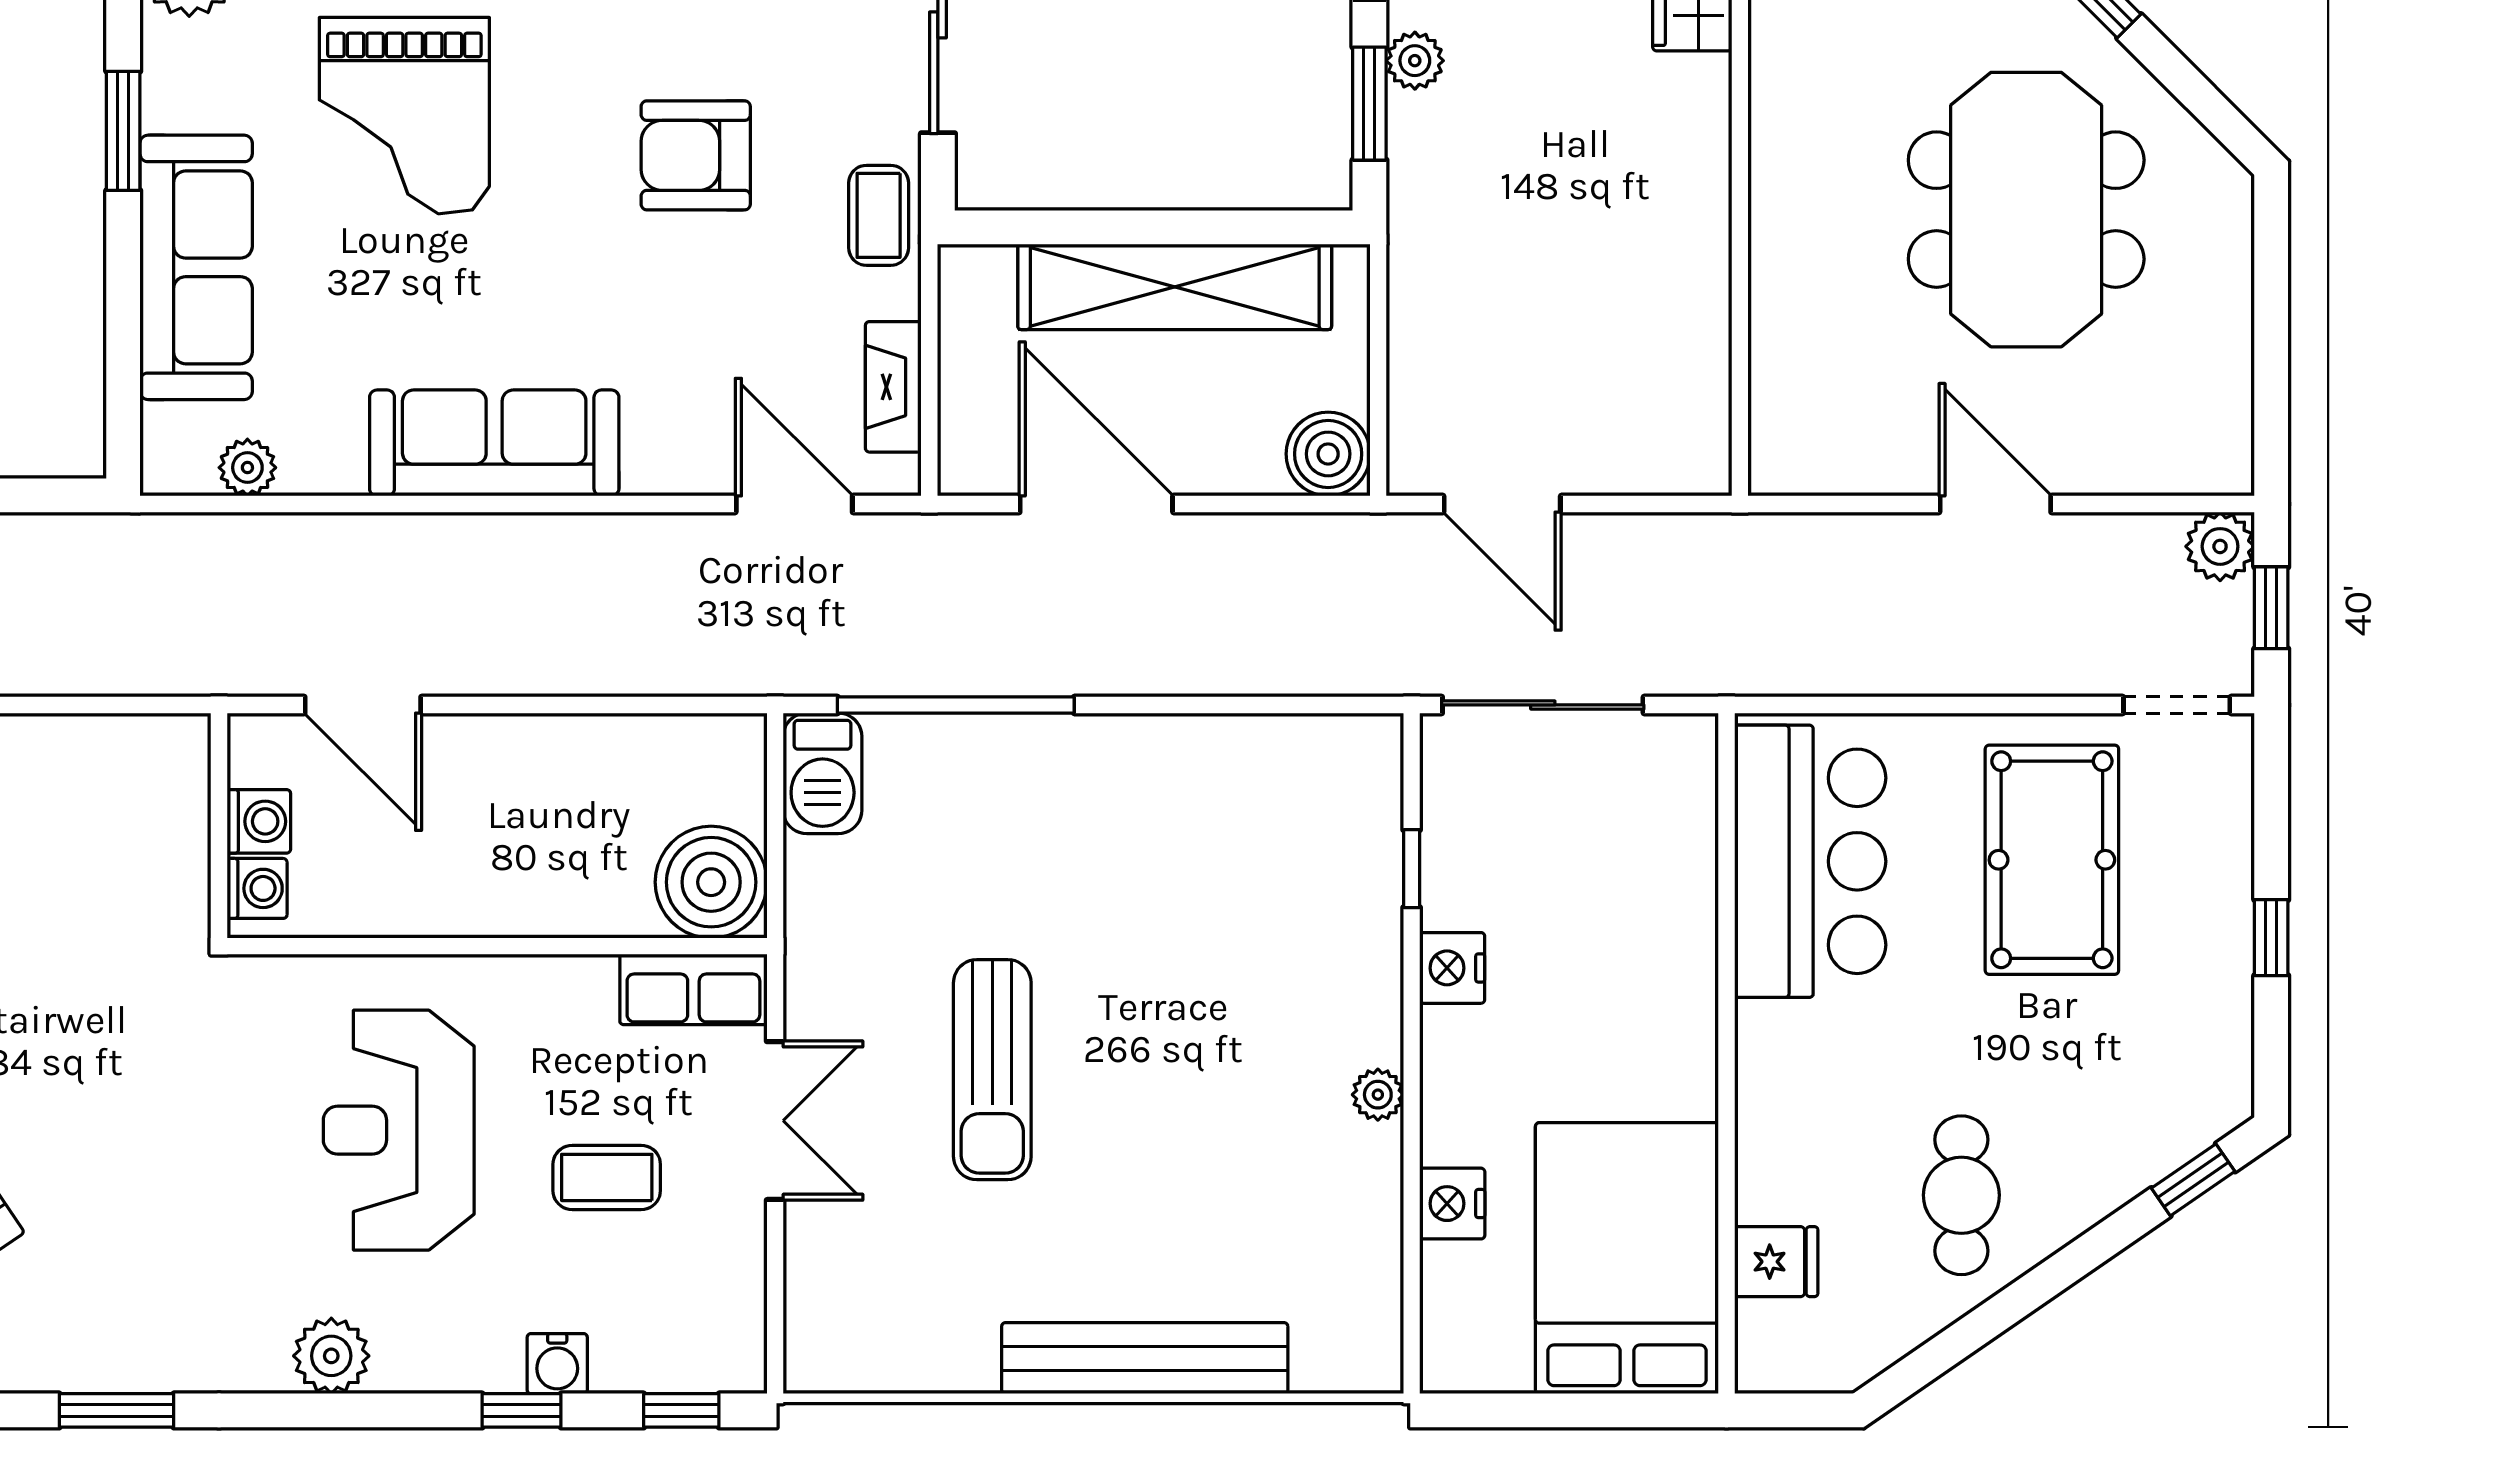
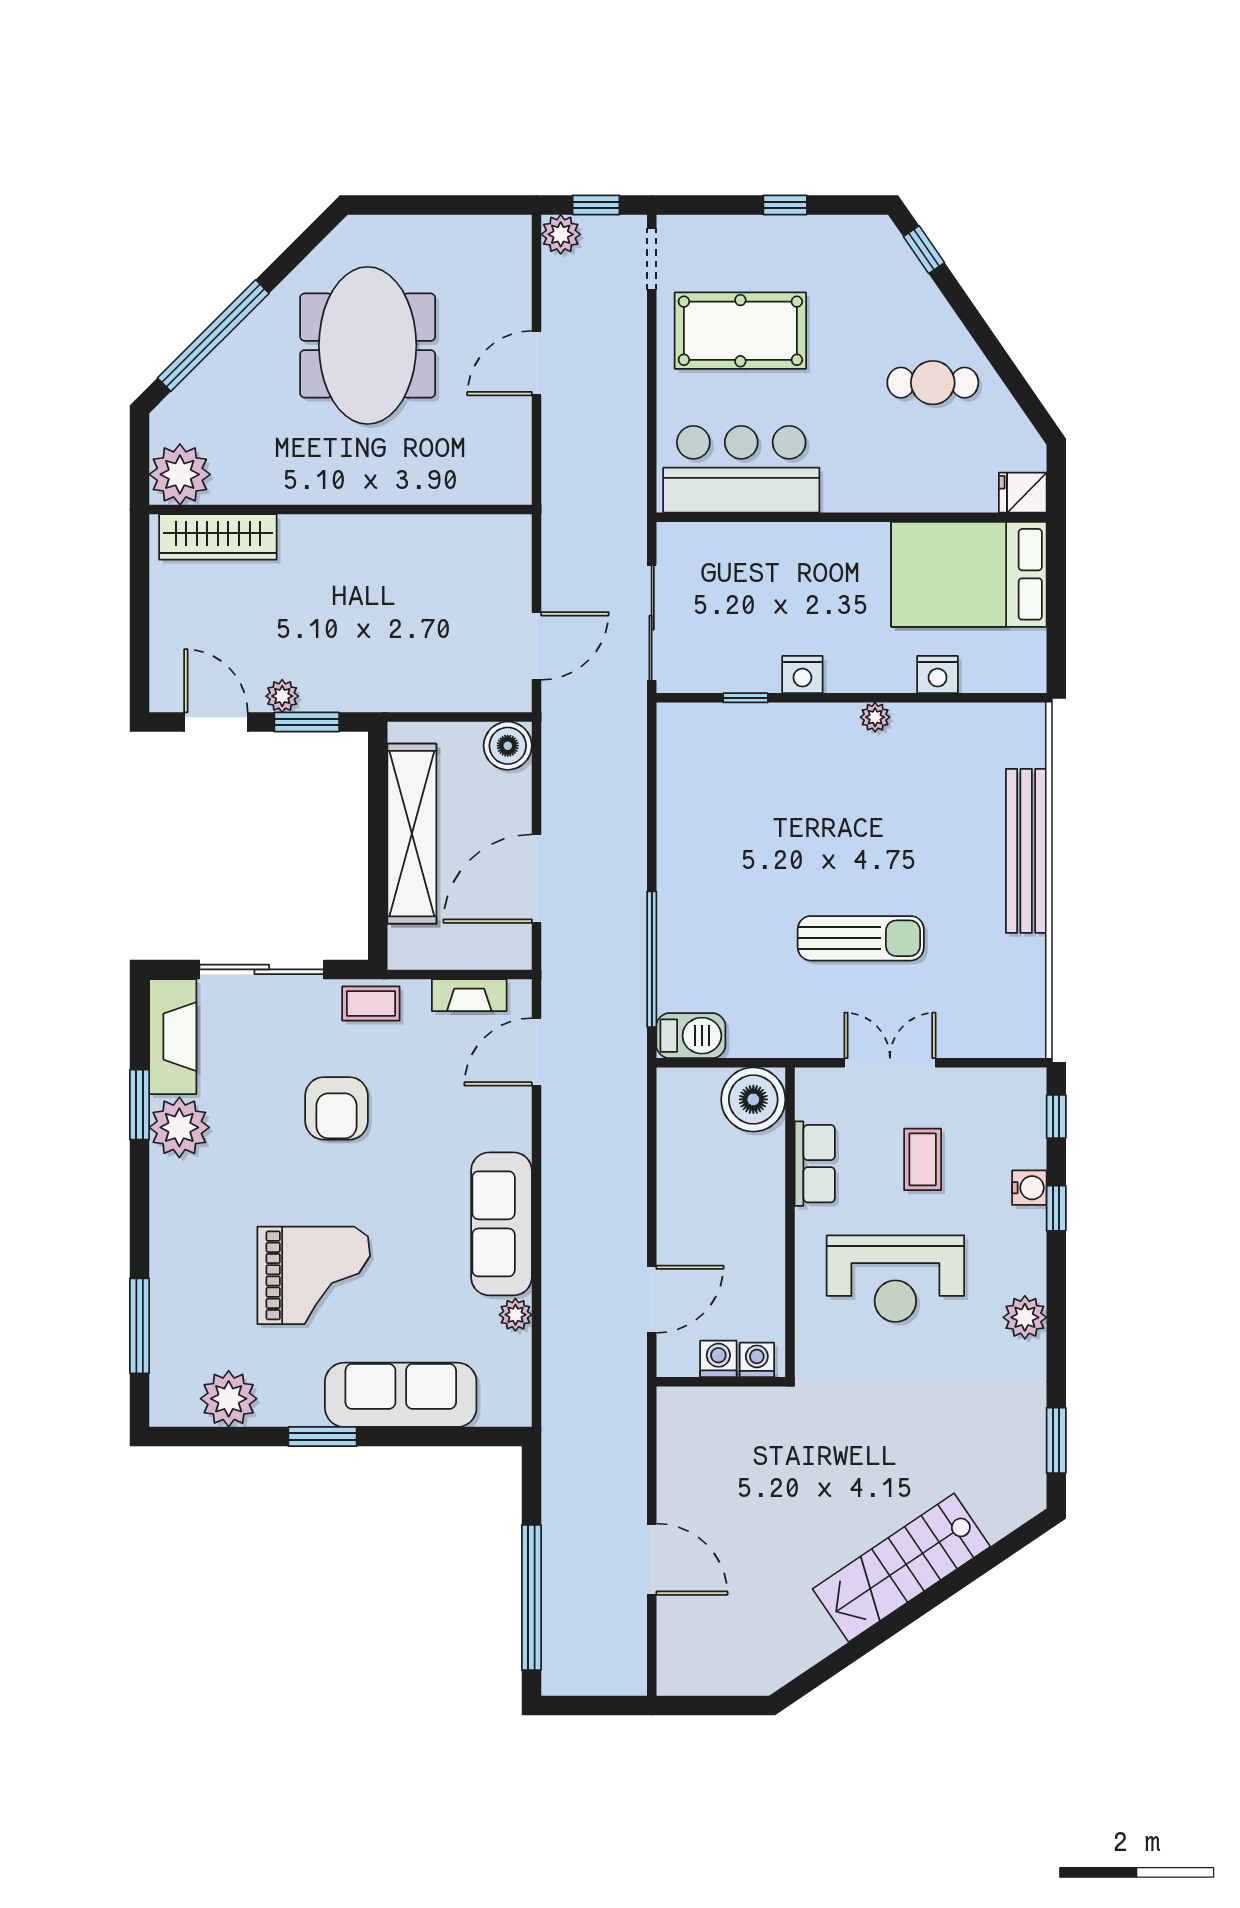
meeting table: (2026, 210) -> (368, 345), turned 90
plant: (247, 468) -> (515, 1315), moved
row of seats: (693, 989) -> (815, 1164), moved
fridge: (1776, 1262) -> (1023, 493), moved, turned -90

